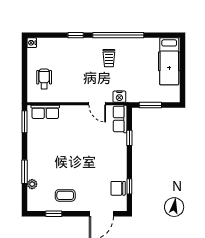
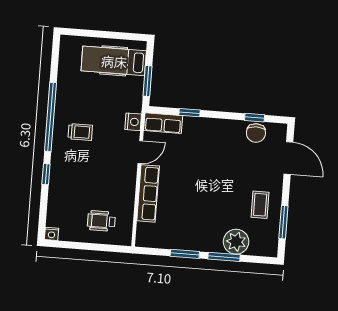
hospital bed: (169, 61) -> (114, 61), moved, turned 180
row of seats: (45, 112) -> (148, 193), moved, width x1.48
window: (25, 122) -> (185, 254), moved
plant: (32, 184) -> (236, 242), width x1.87, depth x1.87
window: (54, 214) -> (283, 222), width x1.50

